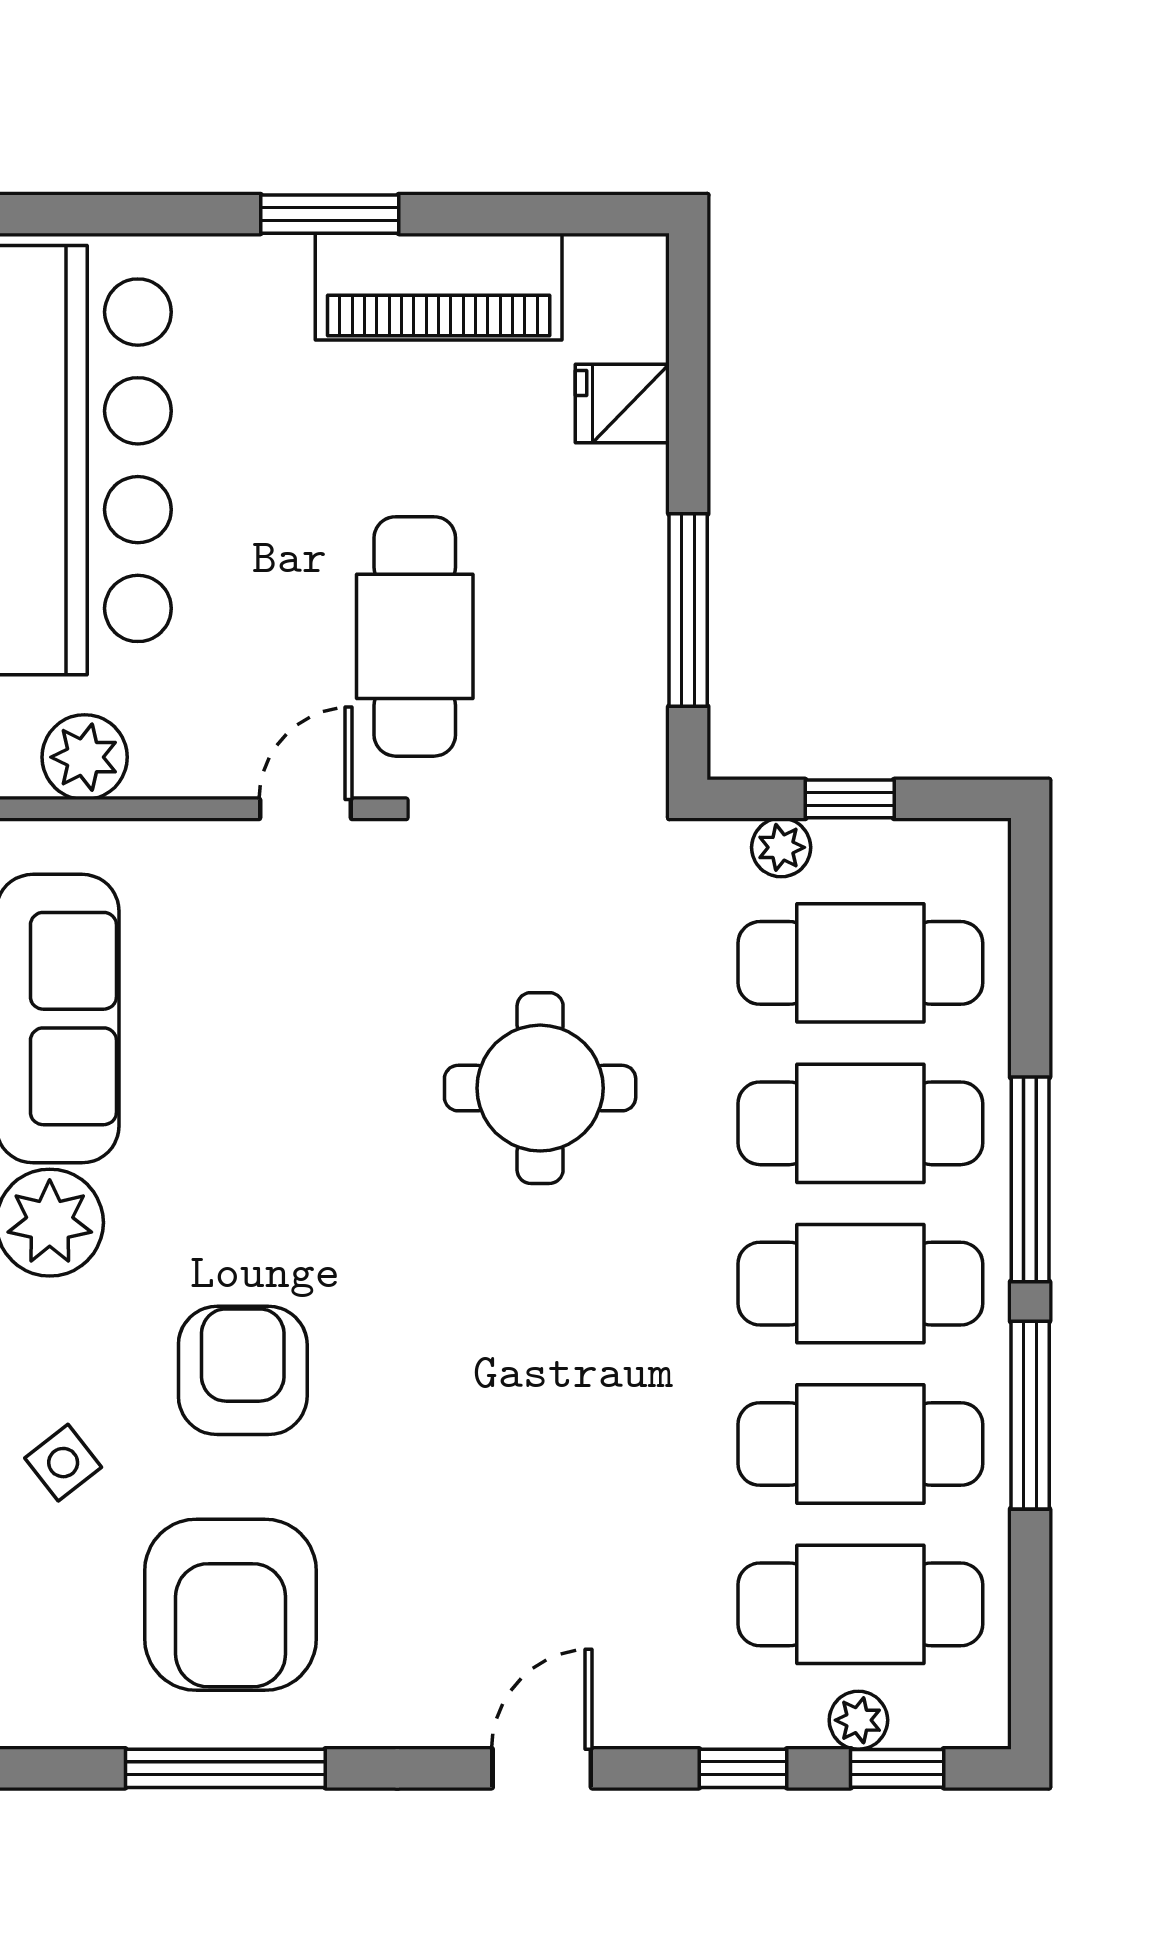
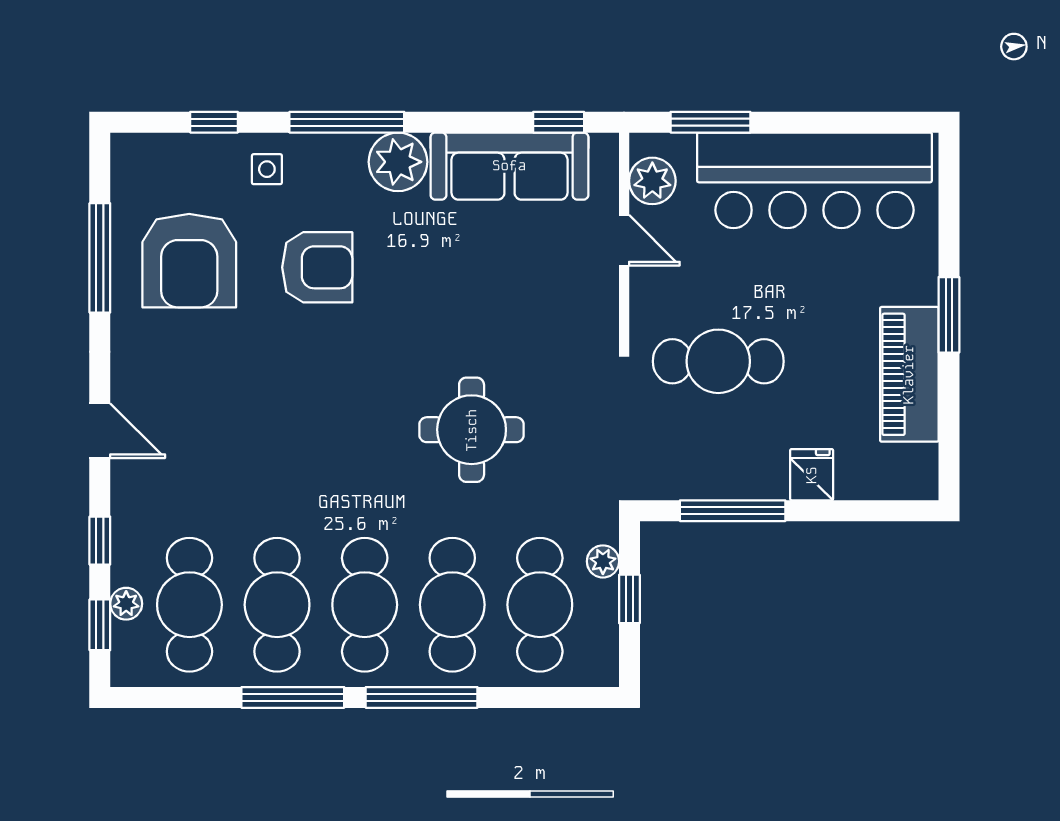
fridge: (622, 404) -> (812, 475), moved
door: (306, 809) -> (624, 240), moved
side table: (63, 1463) -> (267, 169), turned 38
armchair: (231, 1605) -> (189, 261), turned -90

